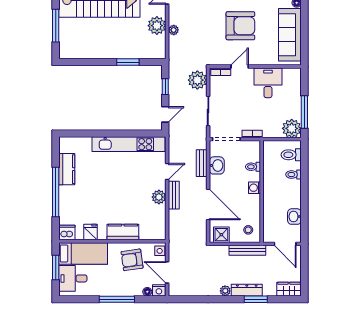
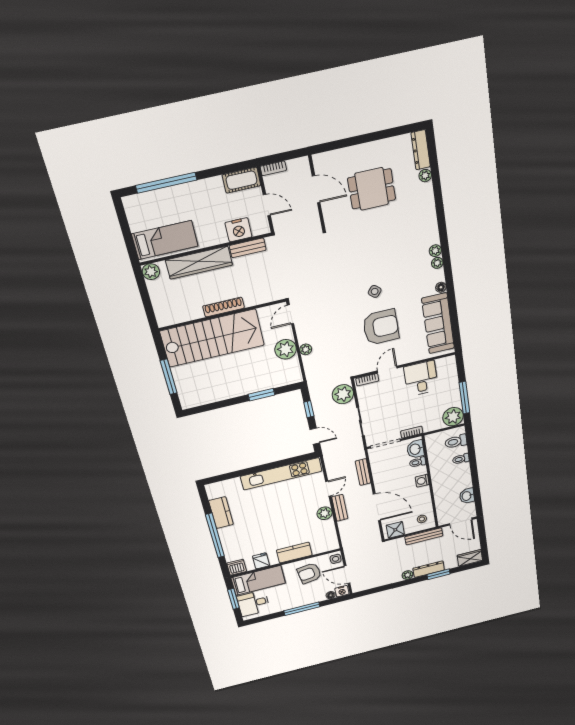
door: (165, 114) -> (315, 436), hinge flipped
washbasin: (217, 165) -> (415, 449), moved, turned 180

